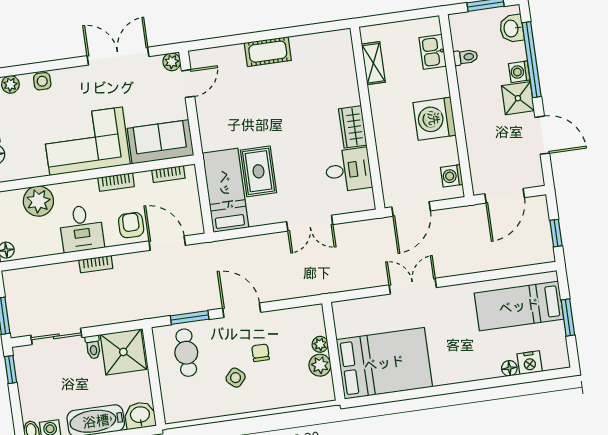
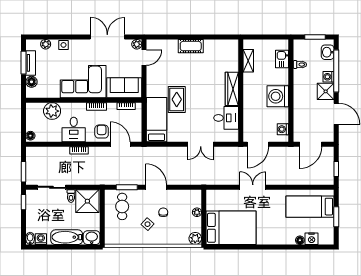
wardrobe: (353, 127) -> (232, 89), width x1.50
rug: (258, 171) -> (177, 99), moved
plant: (320, 365) -> (195, 238), moved

